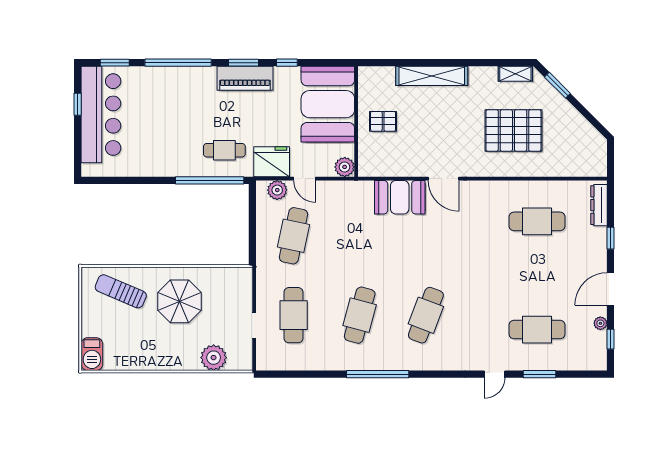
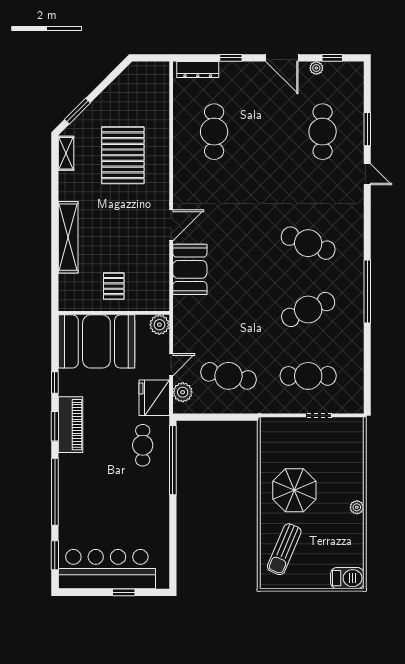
window: (78, 104) -> (124, 592), moved
cafe table: (360, 315) -> (308, 310), turned -39
plant: (214, 358) -> (357, 507), moved, width x0.53, depth x0.53

